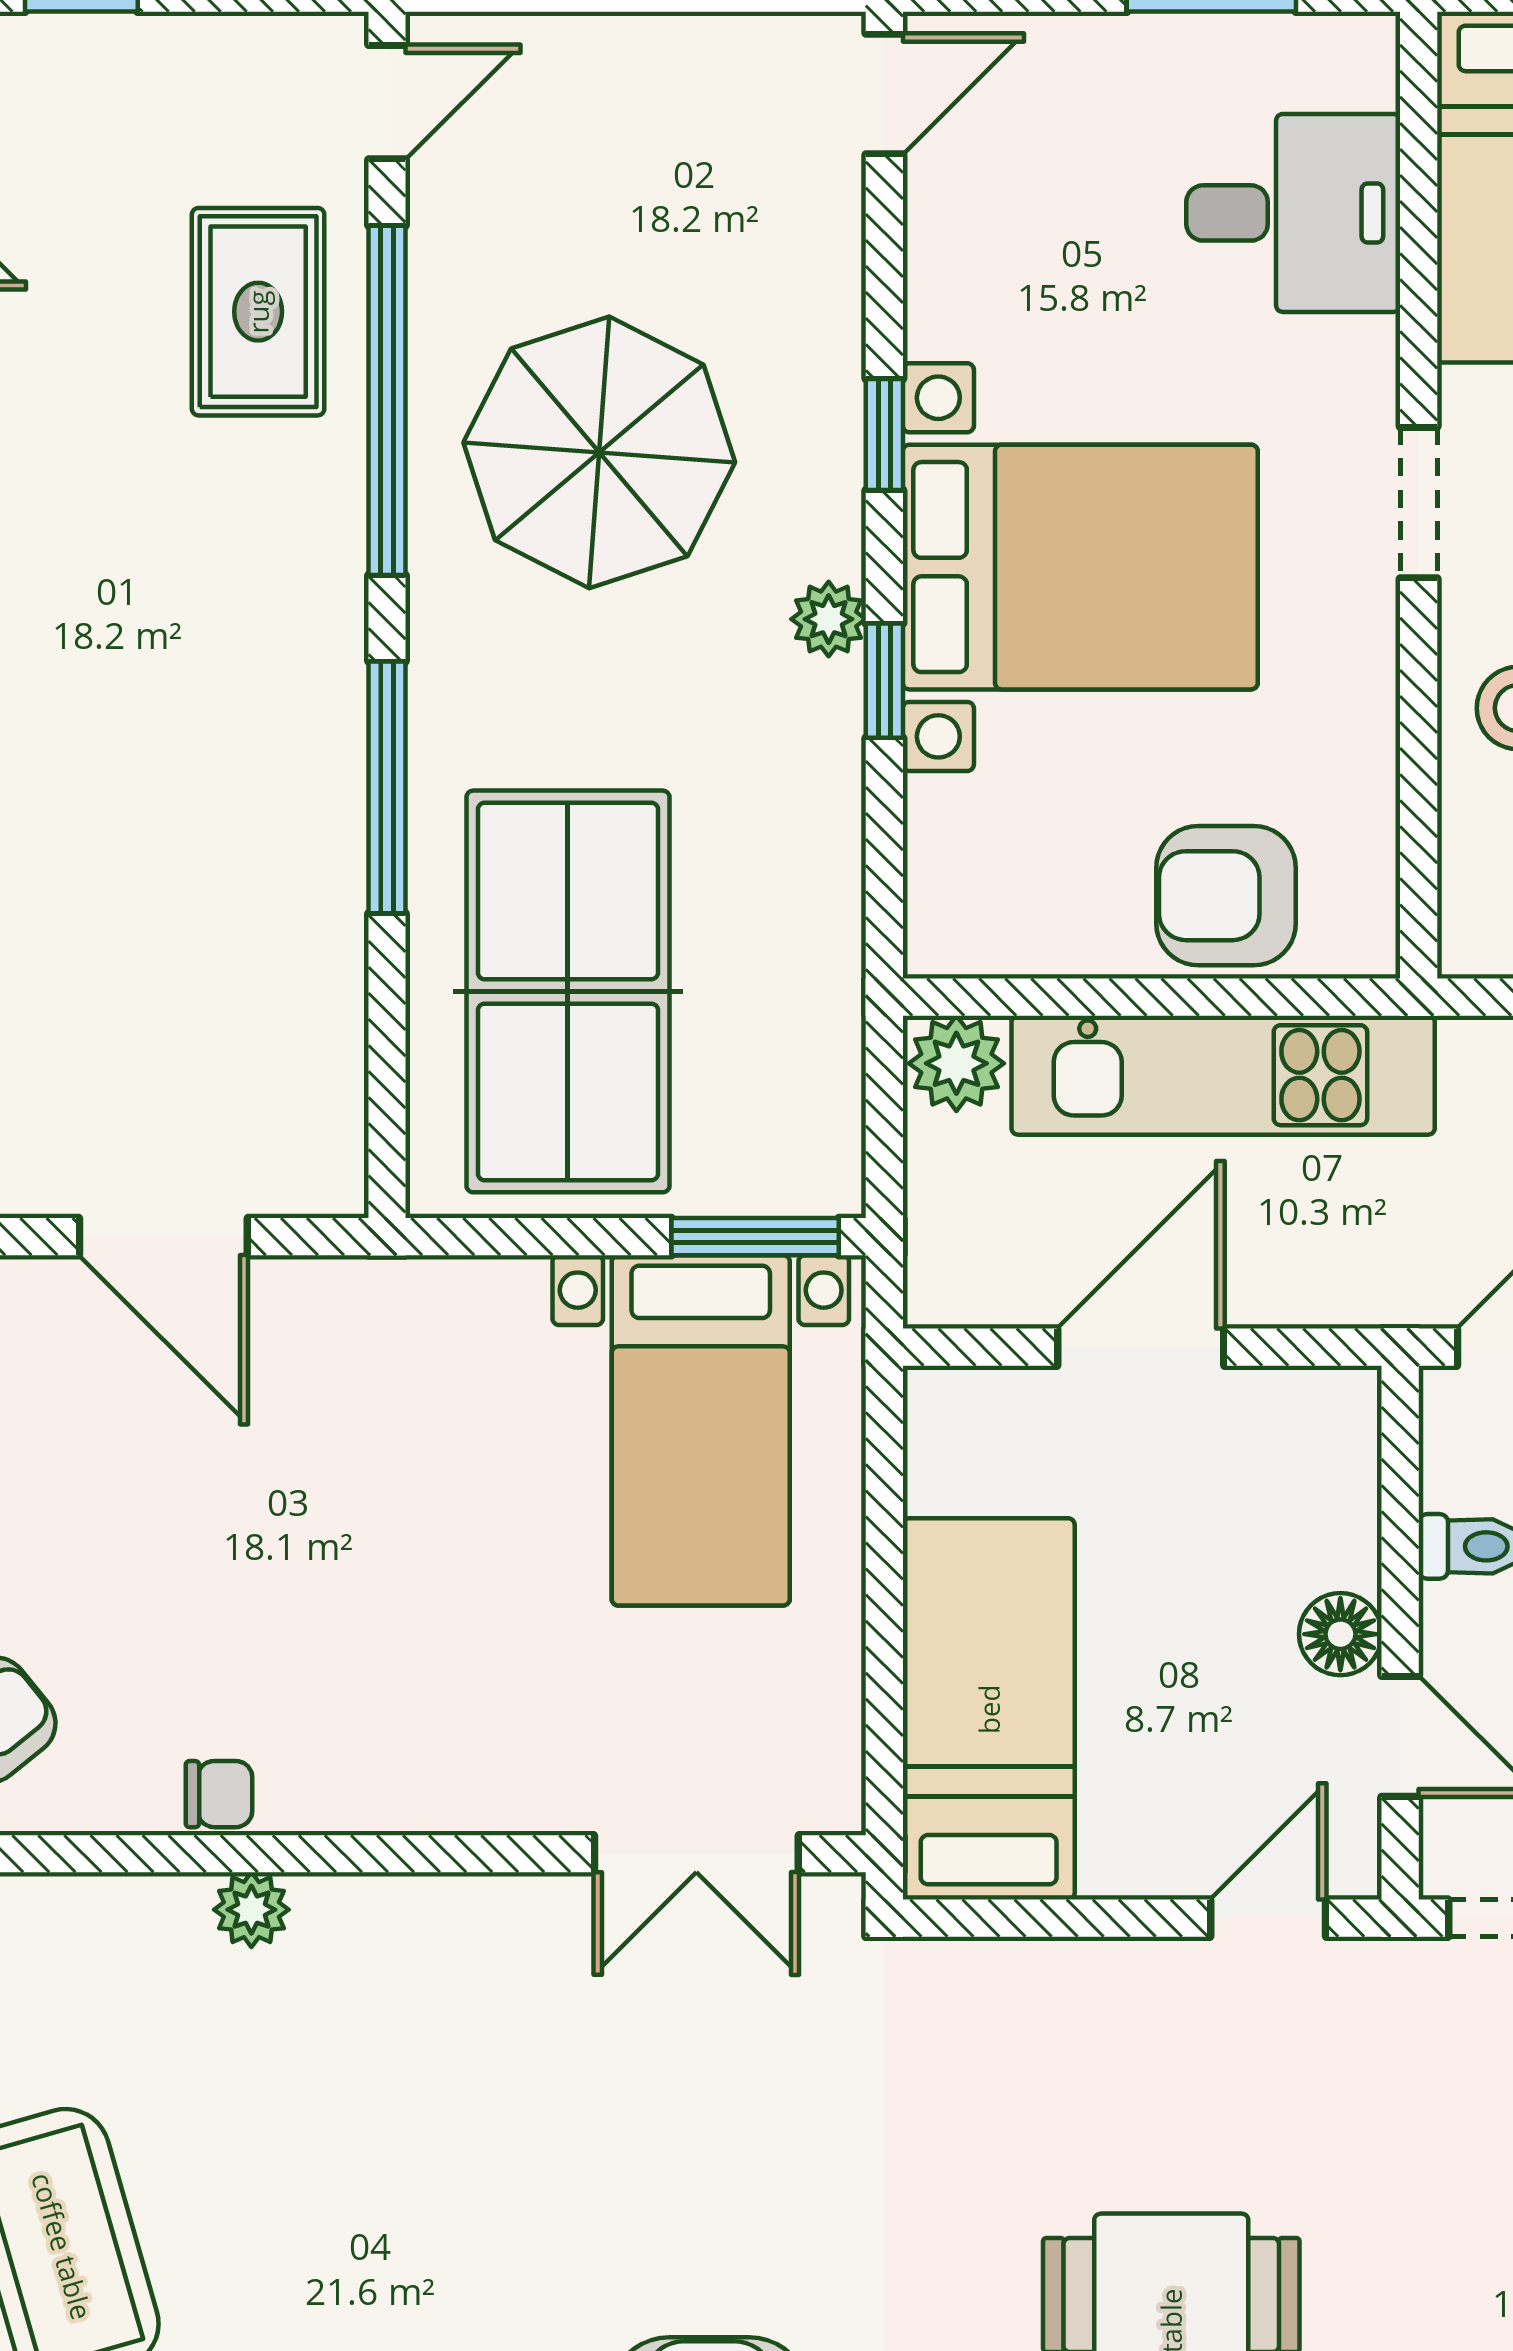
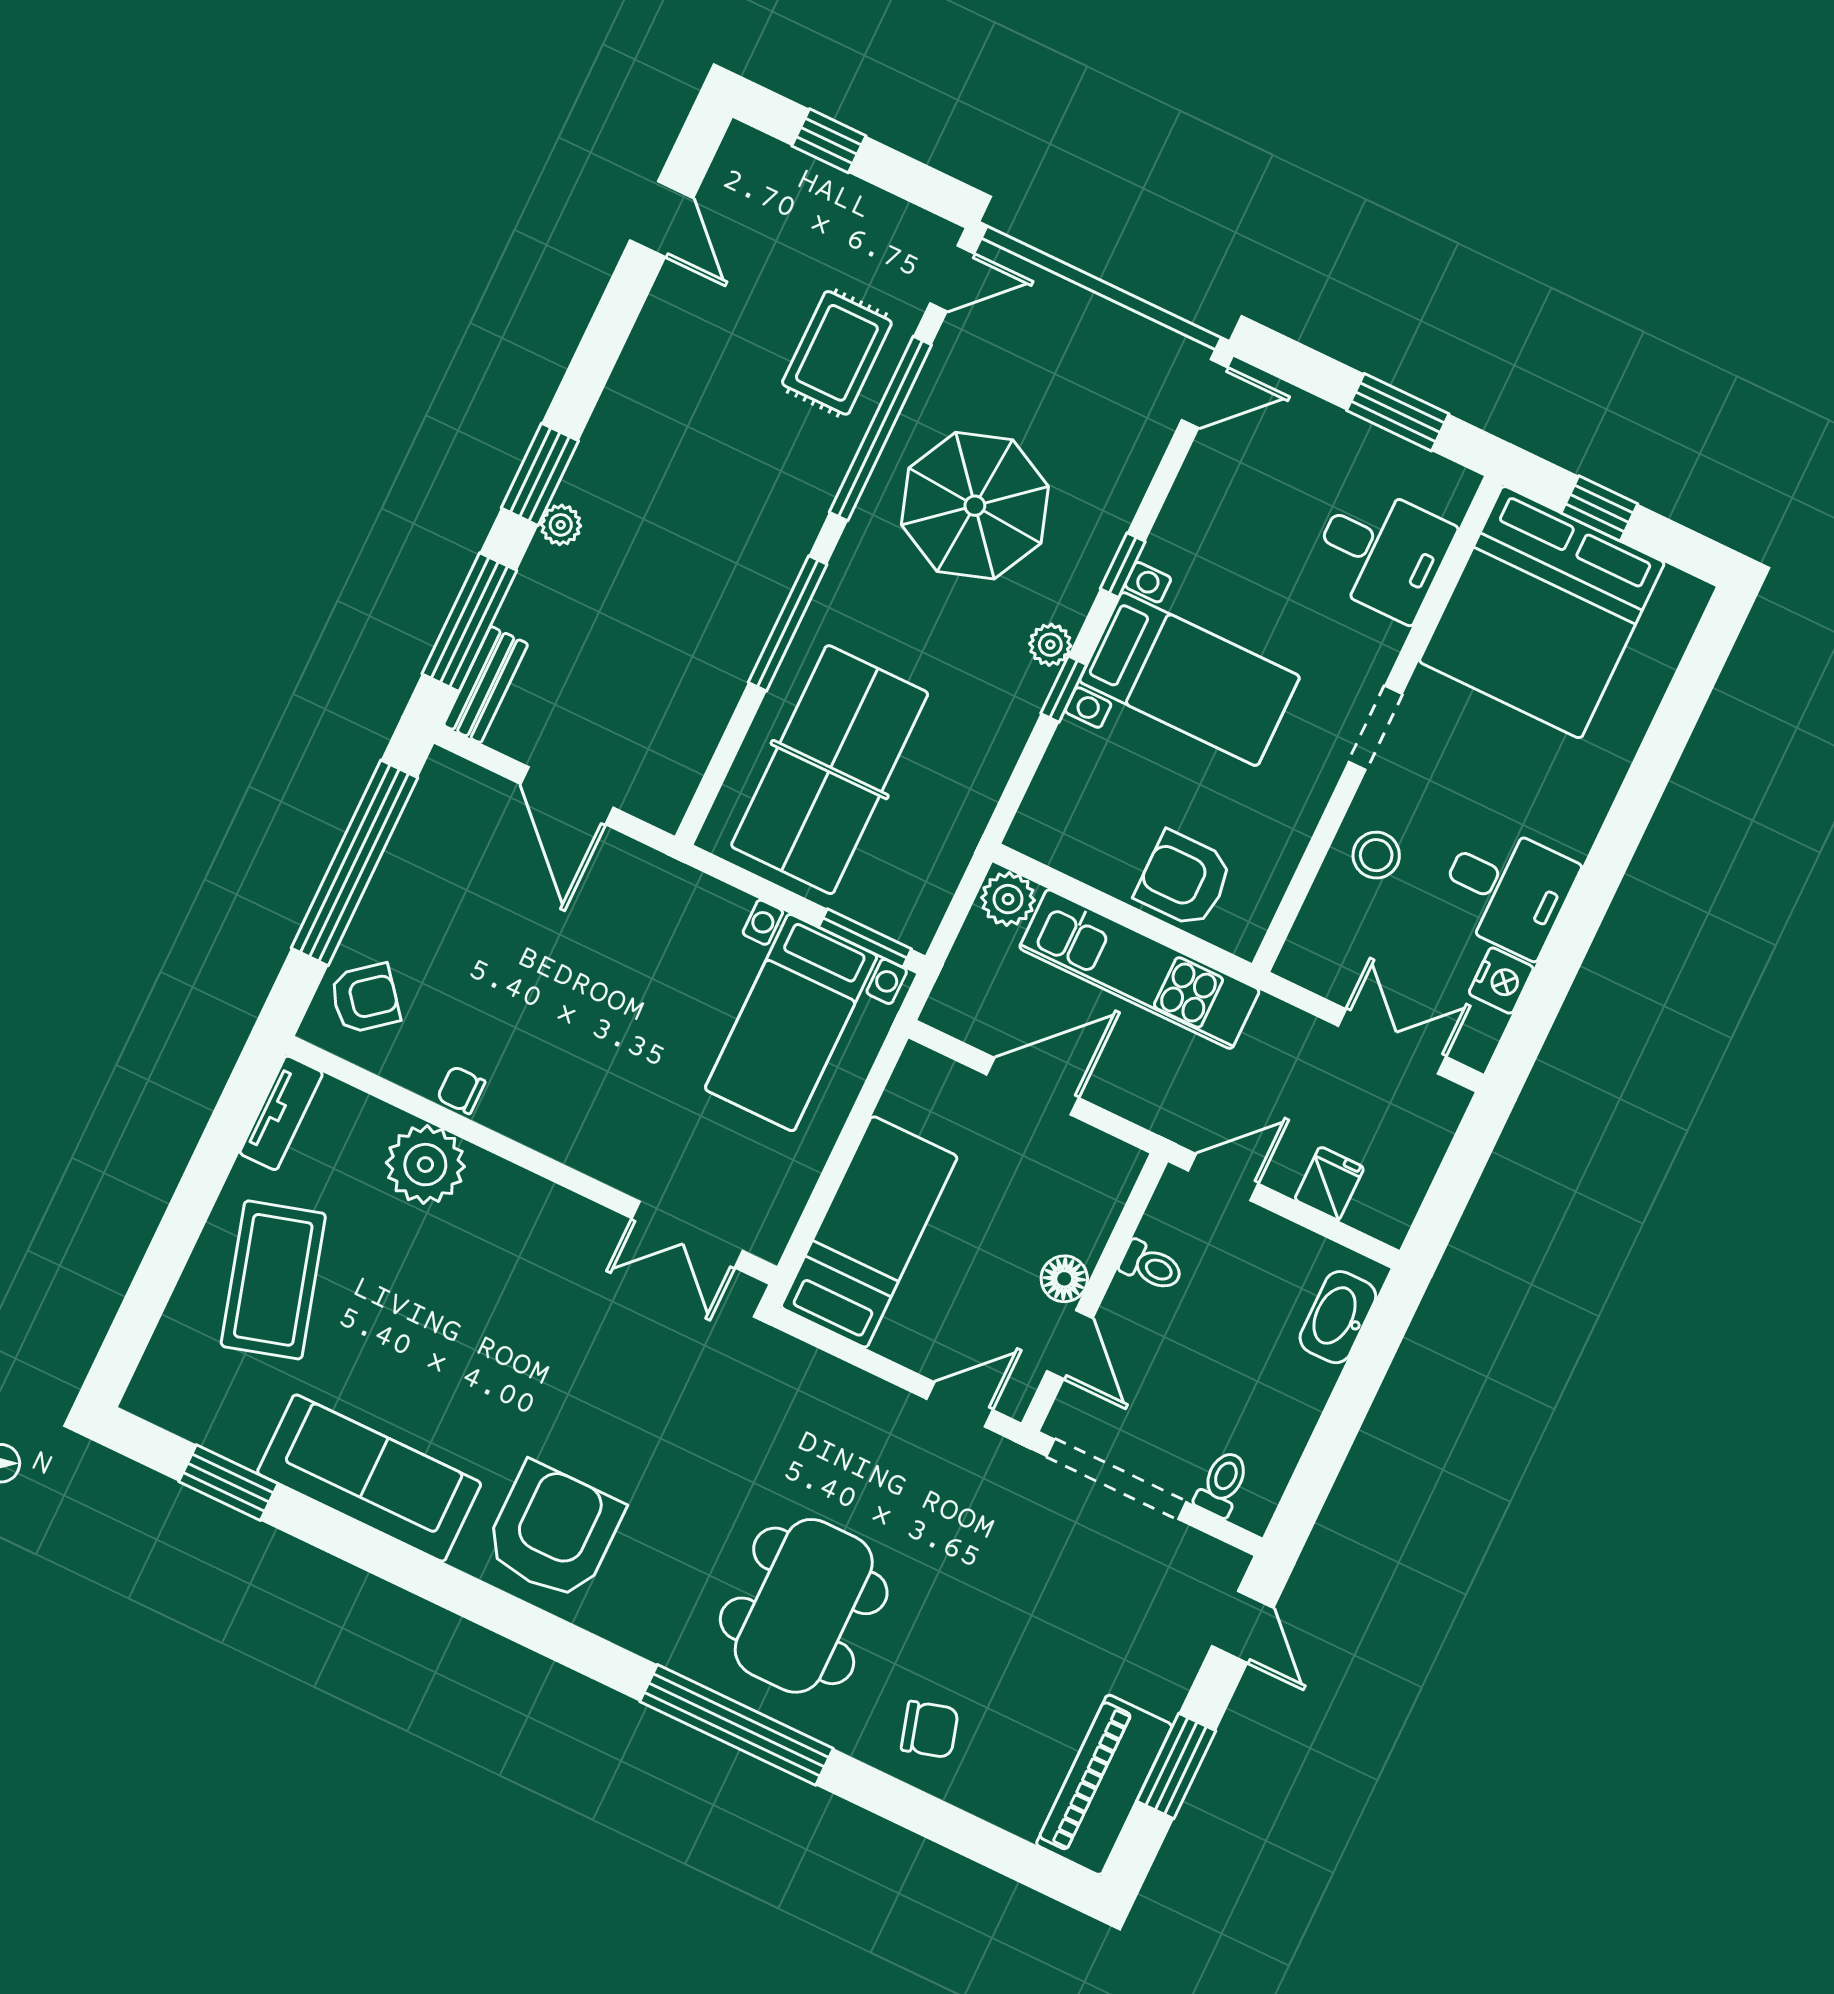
bed with nightstands: (1080, 567) -> (1190, 679), width x0.73
chair: (219, 1794) -> (461, 1090), turned 180
plant: (251, 1910) -> (425, 1165), width x1.88, depth x1.88

